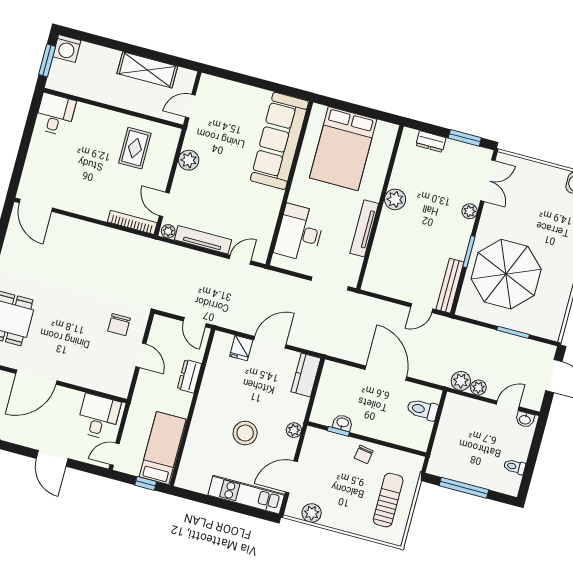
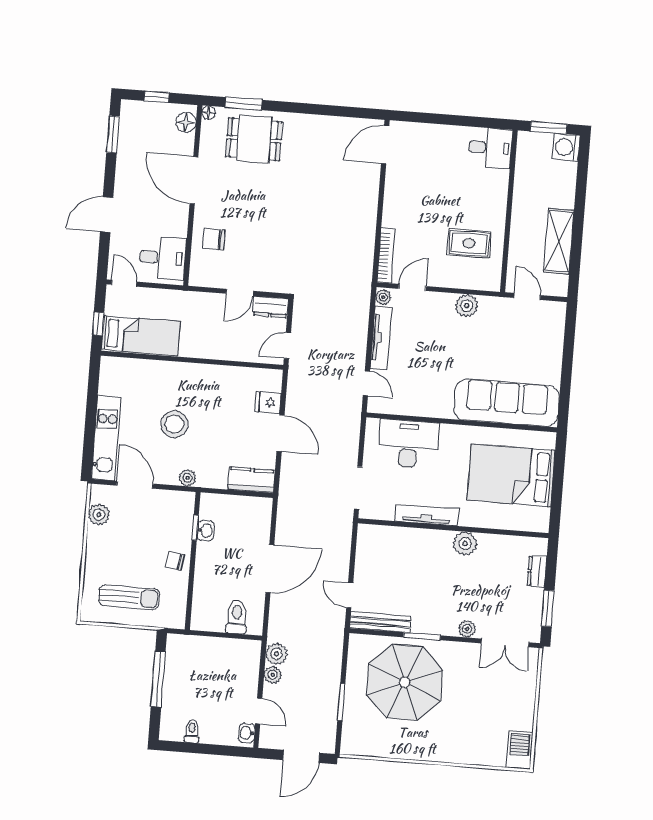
chair: (119, 325) -> (214, 239), moved
dresser: (189, 376) -> (271, 307), moved, turned 180

